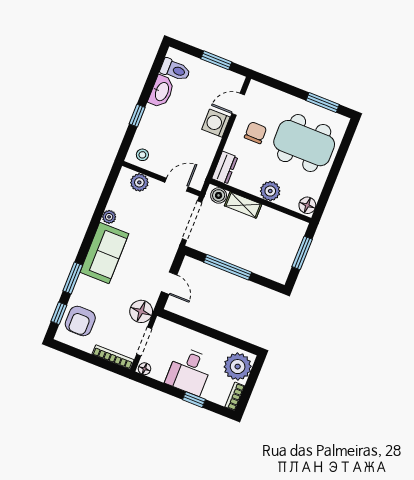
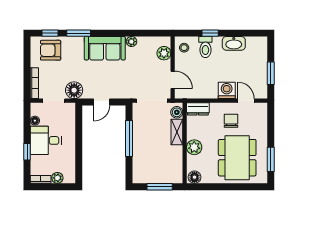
toilet: (175, 70) -> (205, 47), moved
chair: (256, 133) -> (231, 121), turned -90
plant: (238, 367) -> (57, 178), width x0.53, depth x0.53
floor lamp: (145, 369) -> (35, 121), moved

